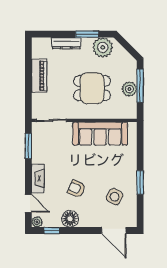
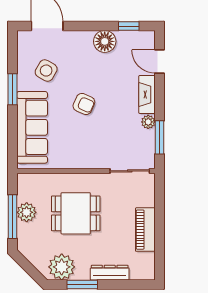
sofa: (100, 134) -> (32, 127), moved, turned 90
armchair: (76, 189) -> (84, 104), moved
plant: (37, 222) -> (148, 122), moved

